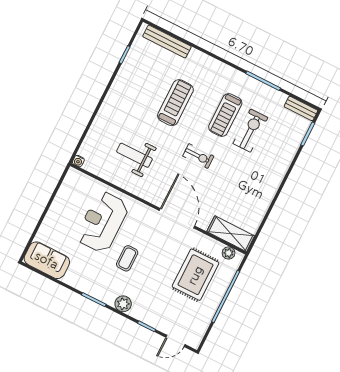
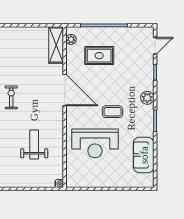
weight bench: (134, 155) -> (34, 145), turned 180
door: (177, 218) -> (65, 90), swing flipped
sofa: (47, 260) -> (144, 155), moved
rug: (195, 275) -> (99, 56), width x0.73, depth x0.70
door: (175, 341) -> (155, 46), hinge flipped

